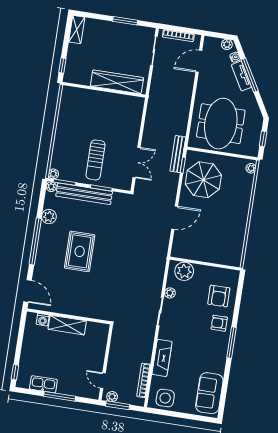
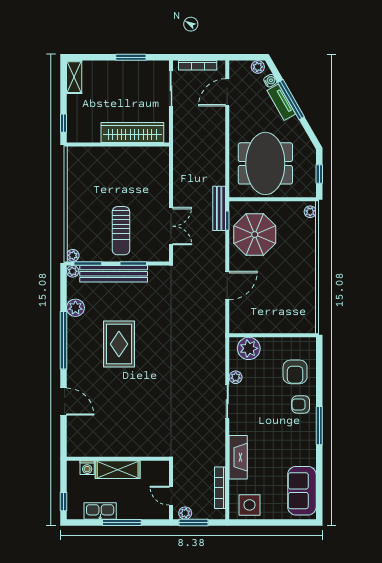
wall: (69, 316) -> (118, 459), moved
washing machine: (43, 320) -> (87, 468), moved
shelving: (67, 325) -> (118, 470), moved

